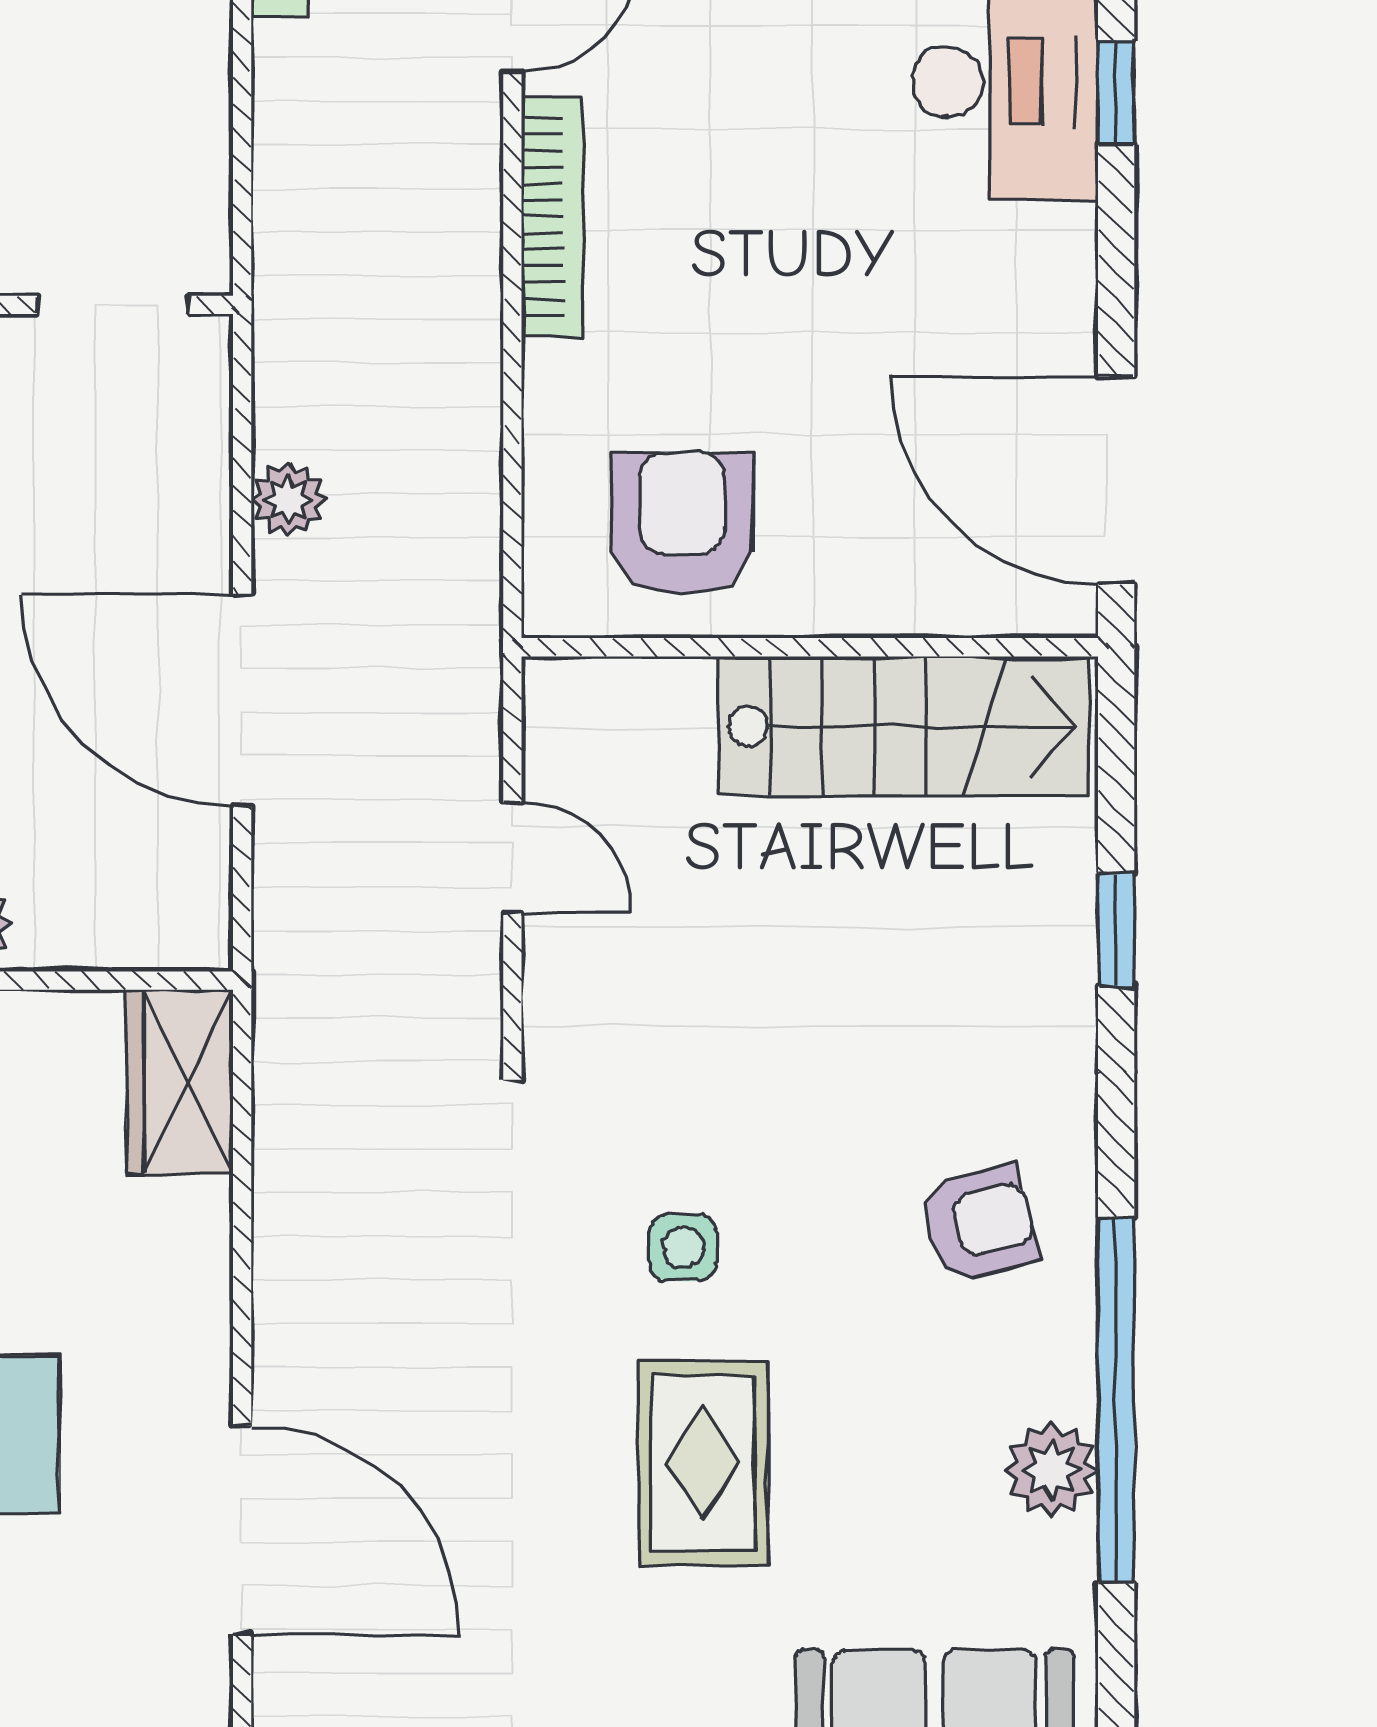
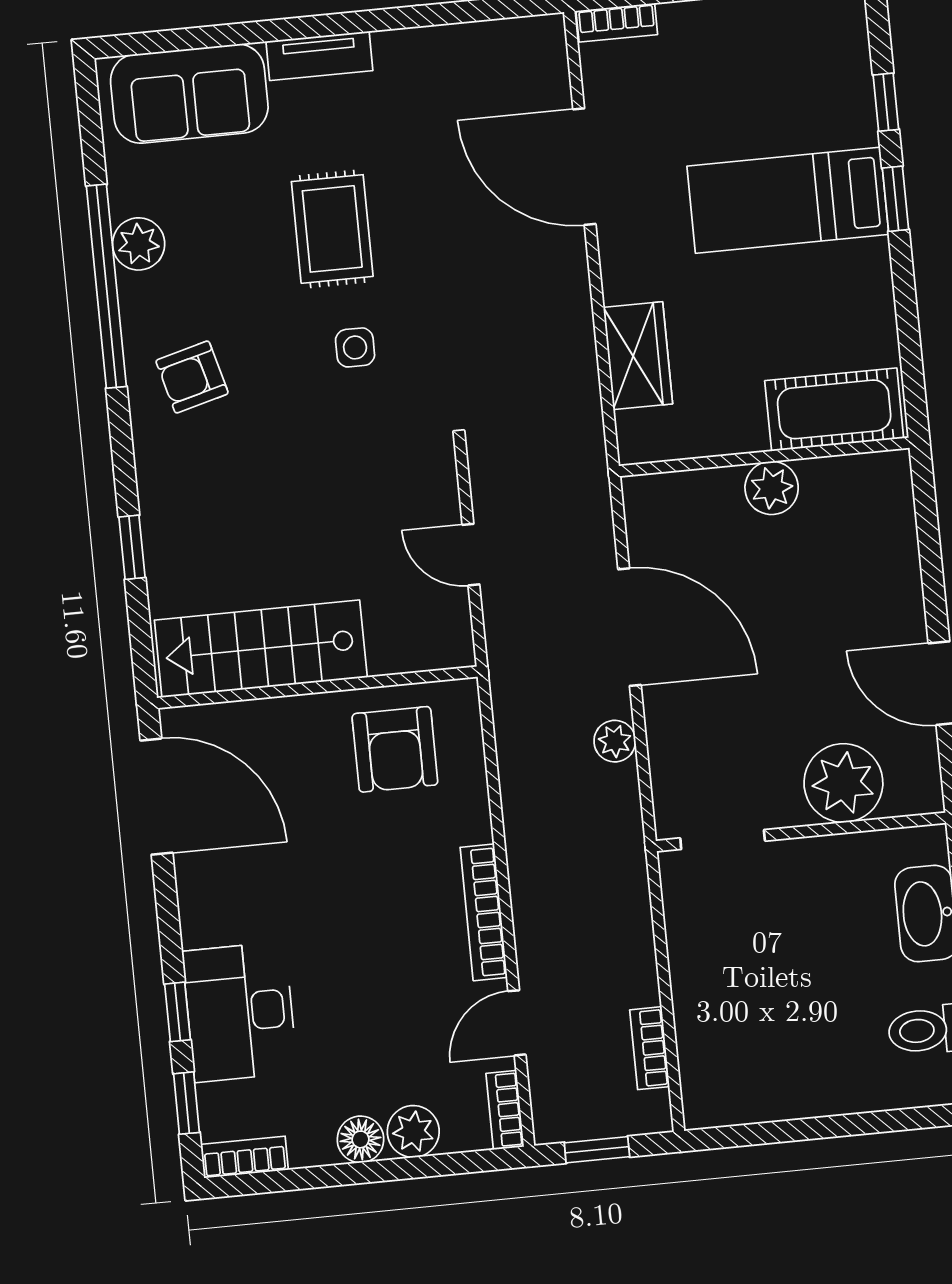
wardrobe: (180, 1082) -> (638, 356), moved

